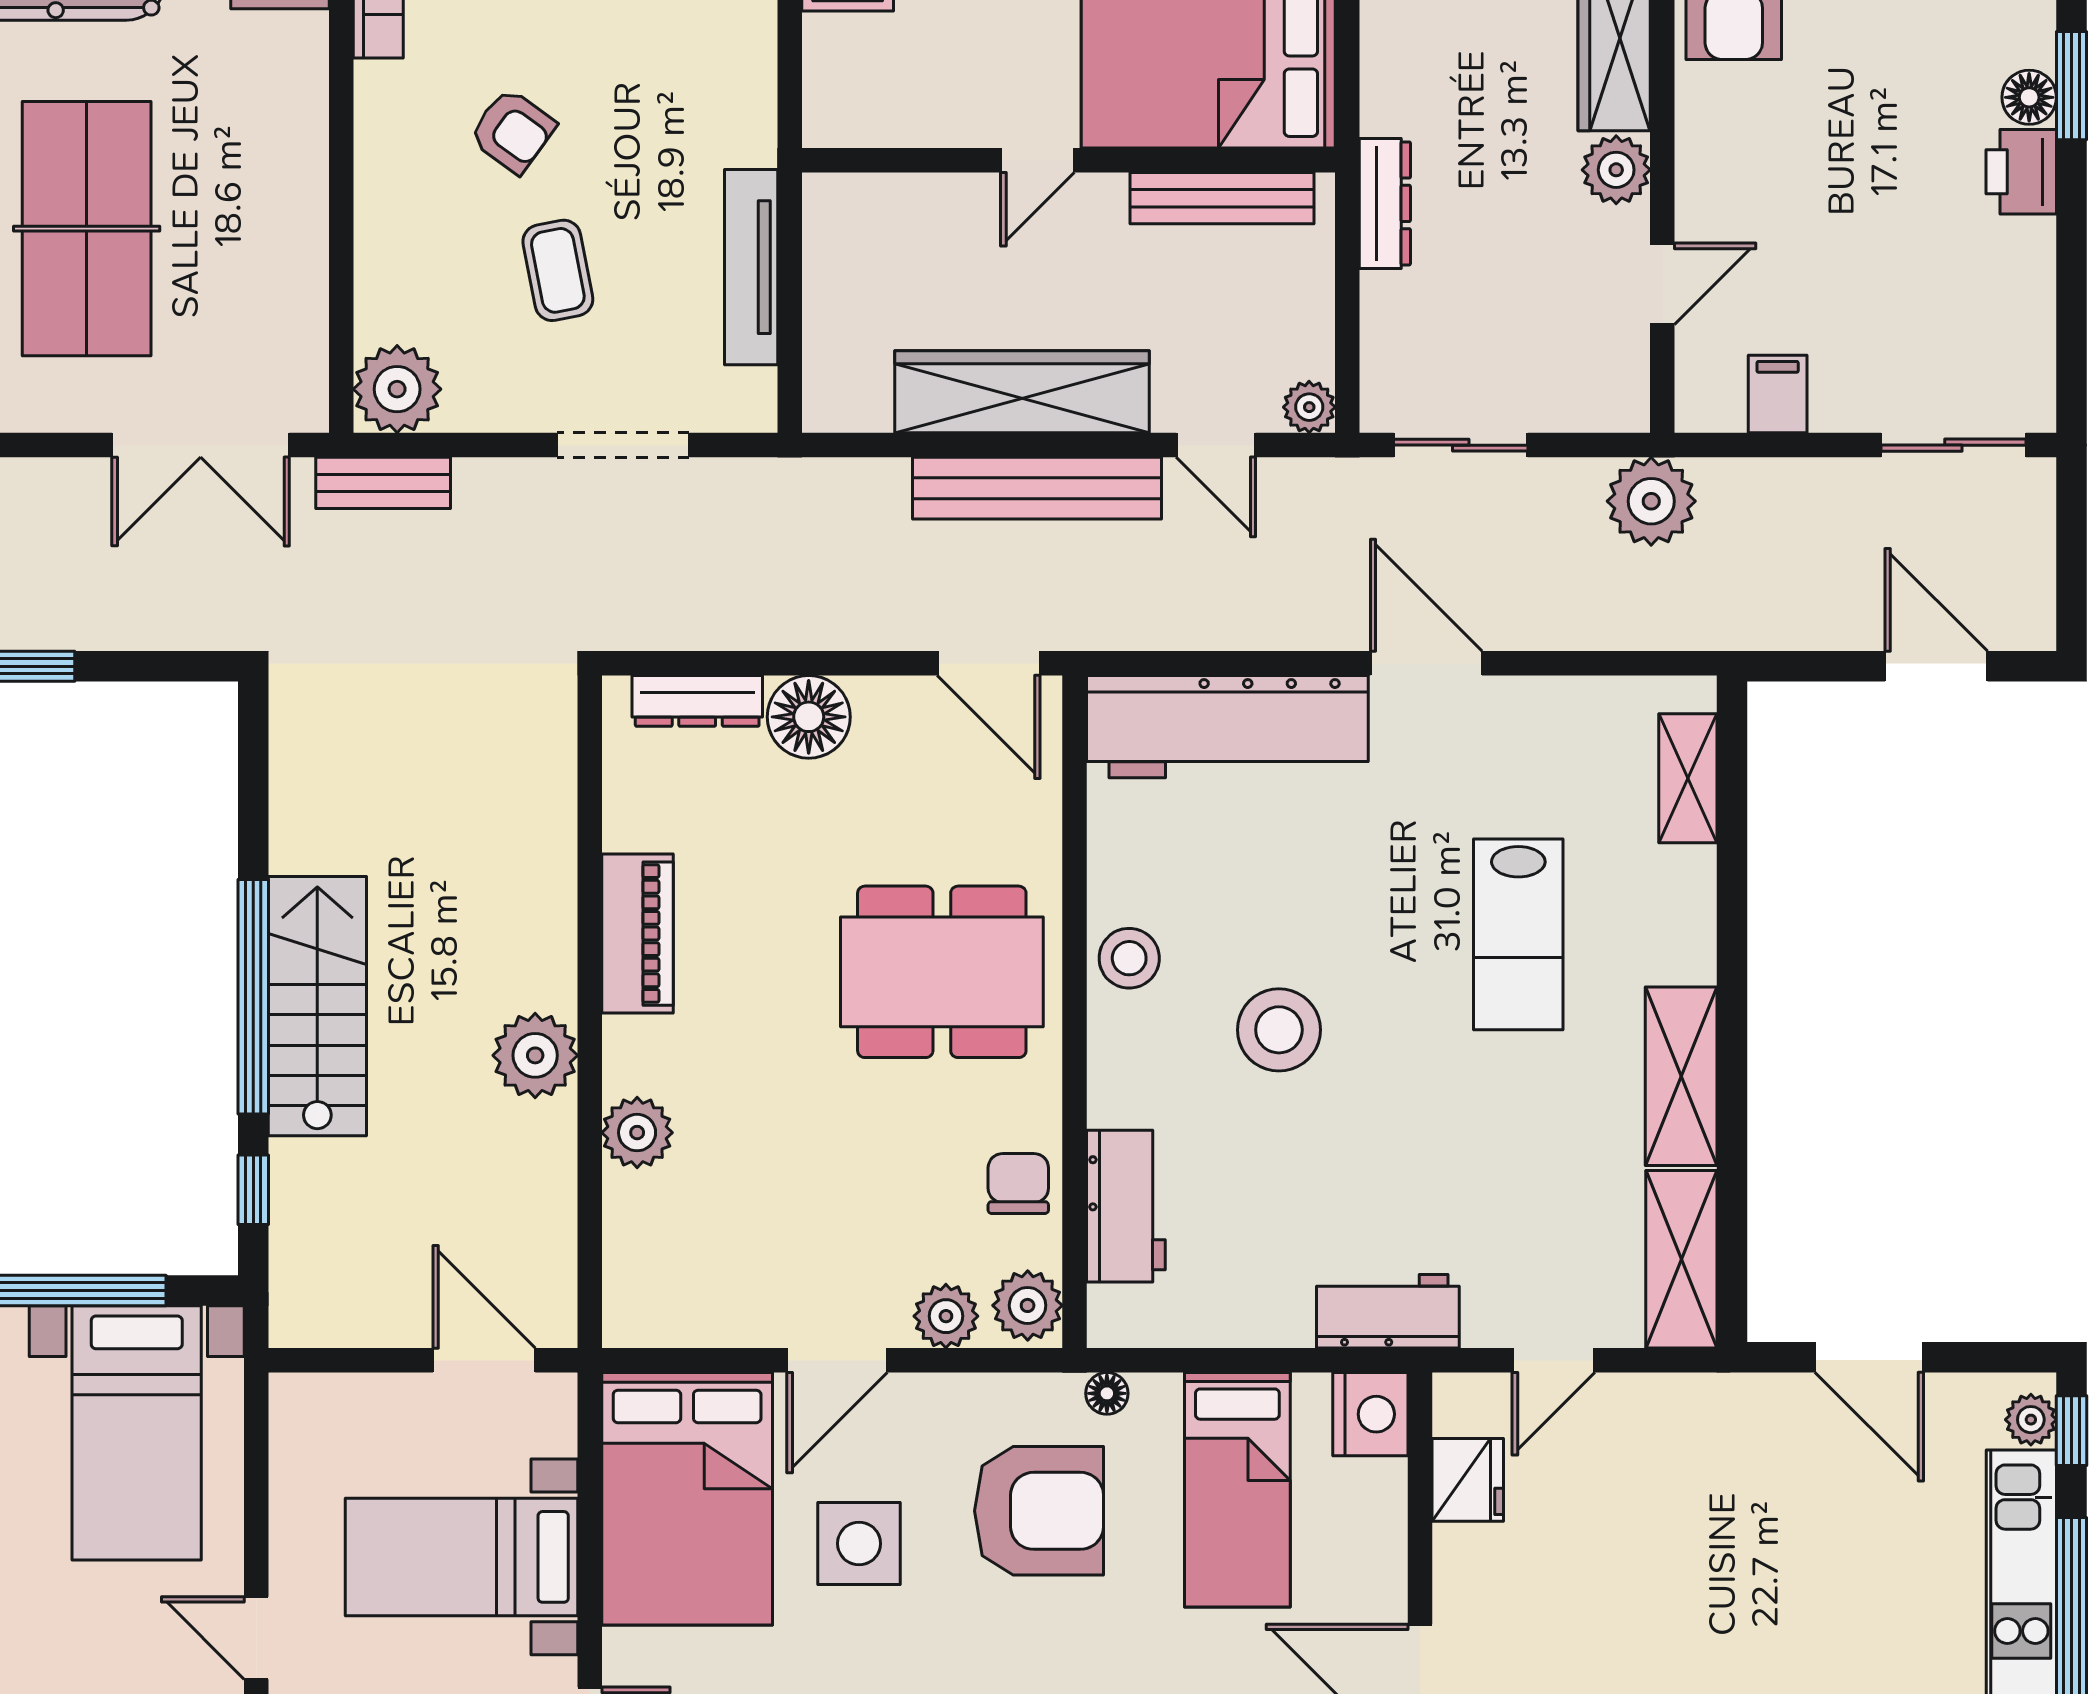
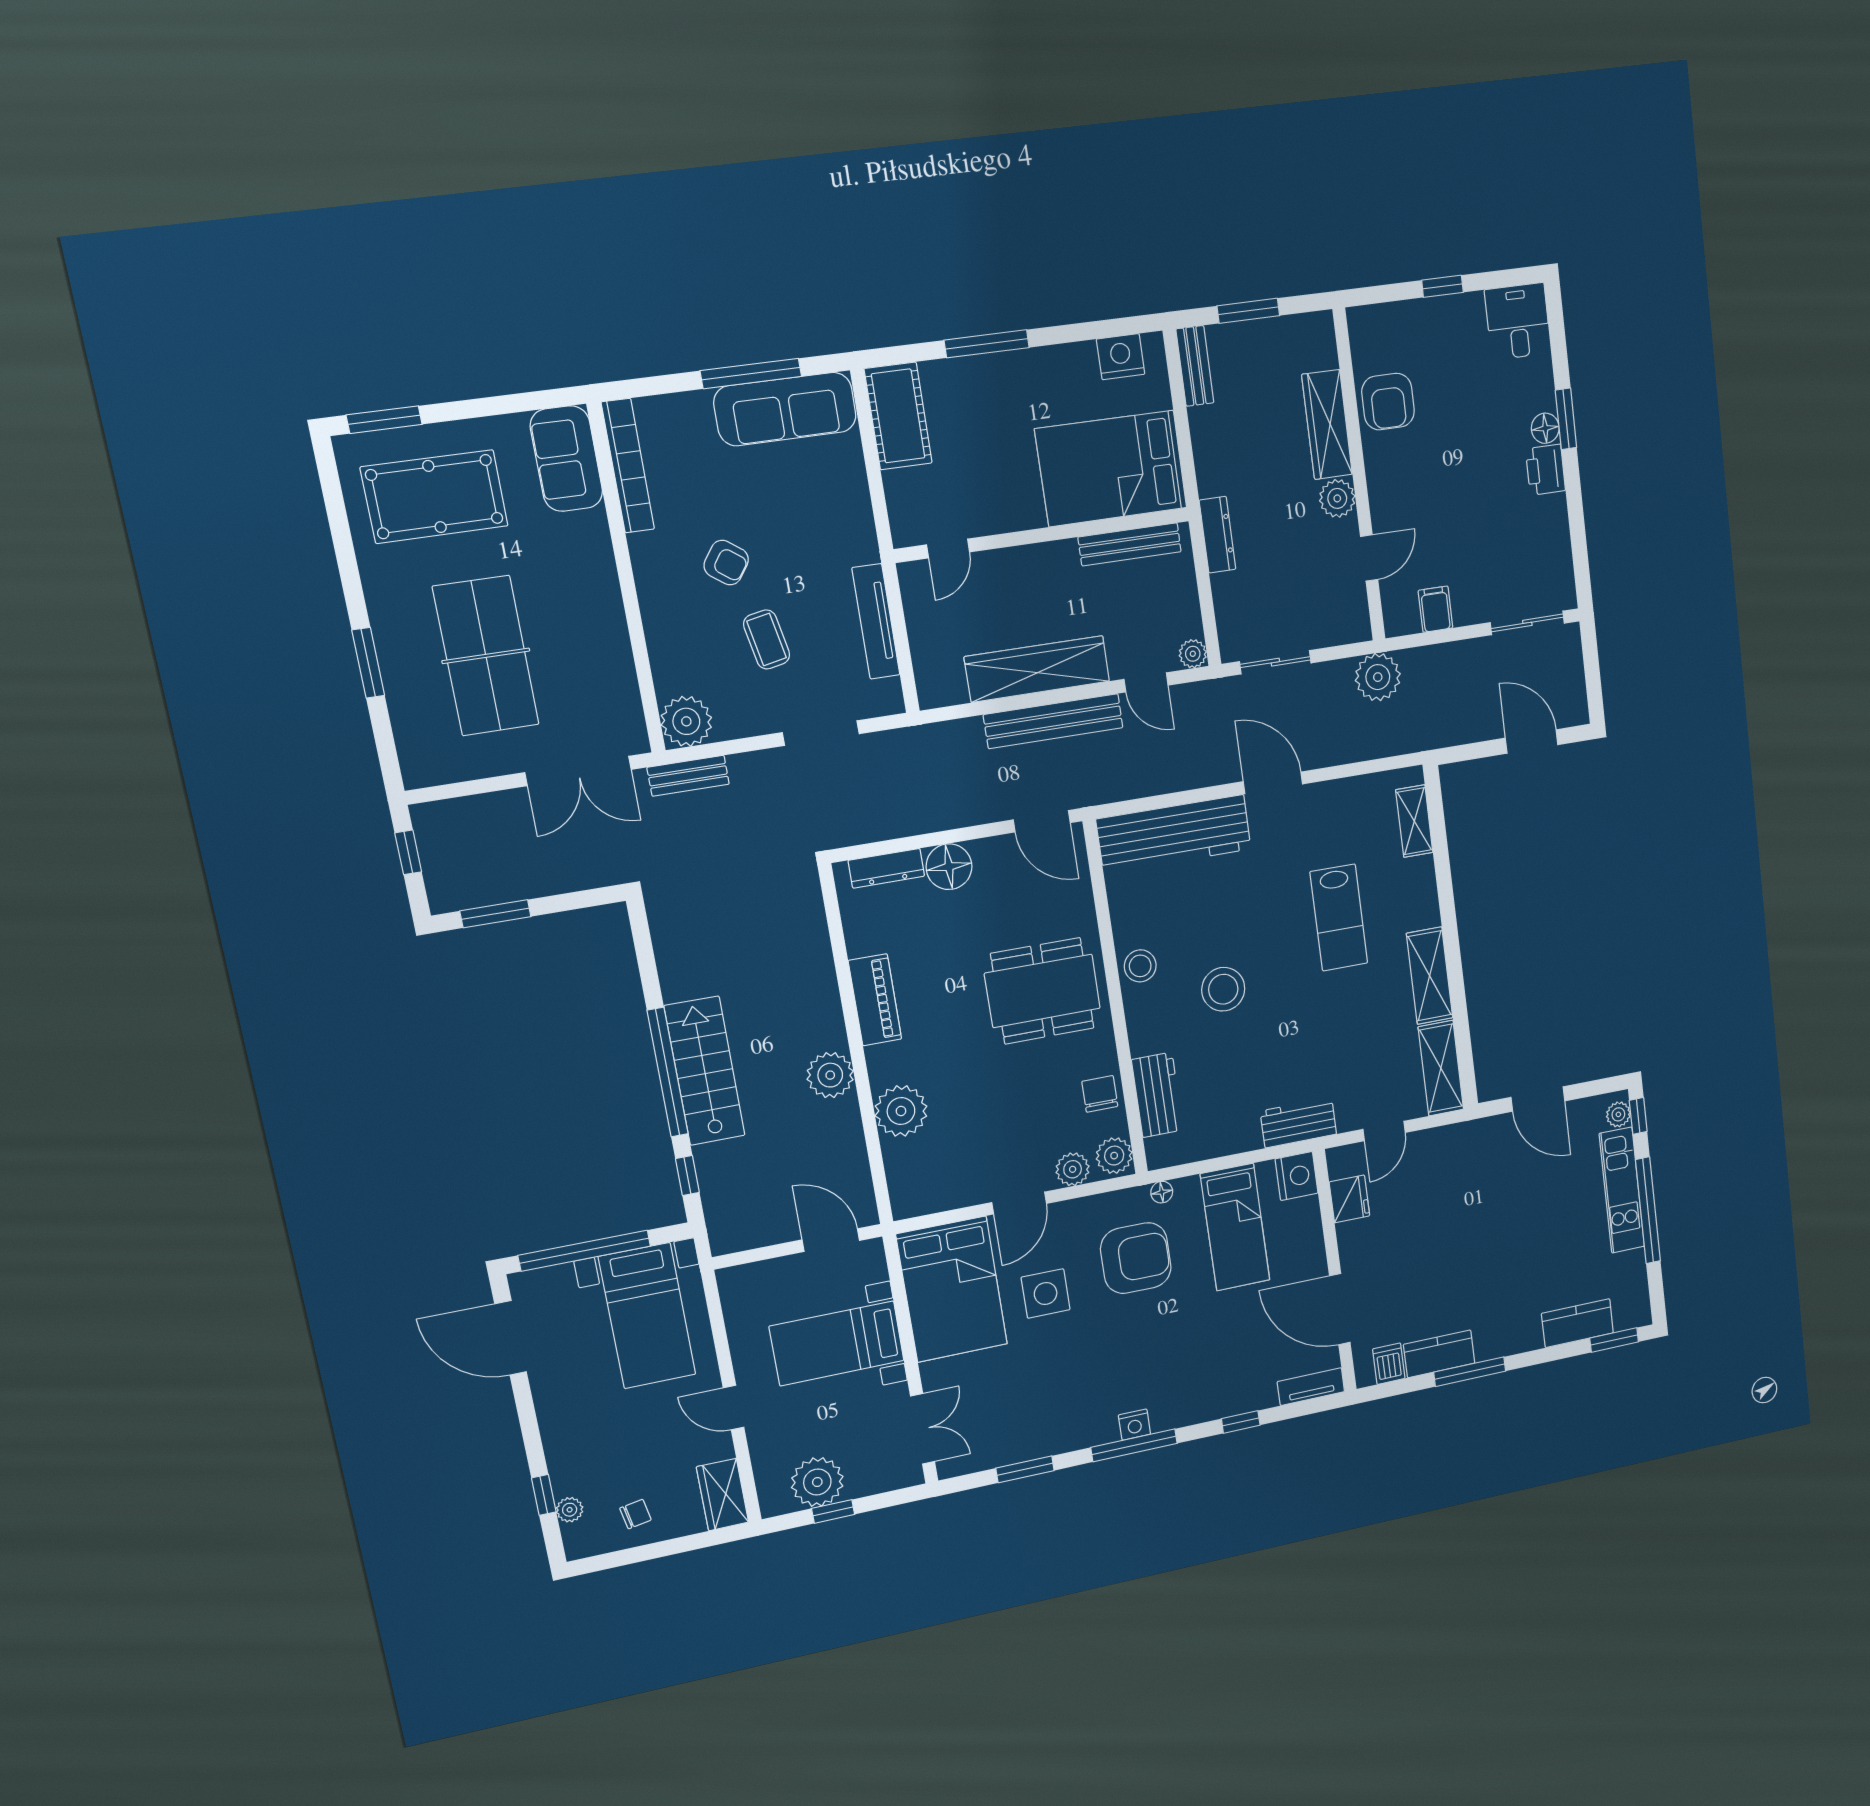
door: (1038, 160) -> (948, 548), moved
plant: (637, 1133) -> (901, 1111), width x1.36, depth x1.36

